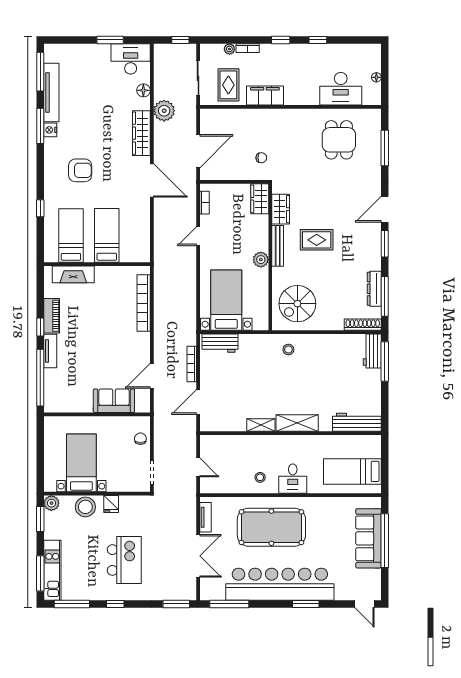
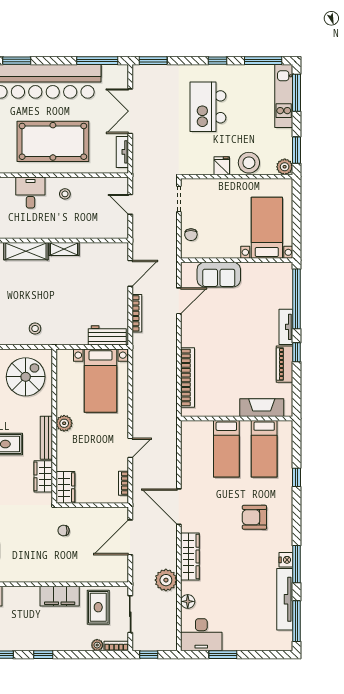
bookcase: (248, 48) -> (116, 646), moved
bed with nightstands: (81, 463) -> (267, 228), moved, turned 180

